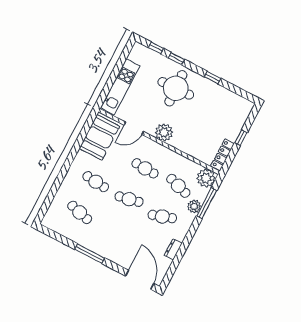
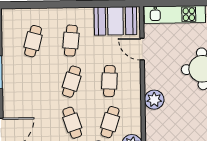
plant: (164, 132) -> (154, 100), moved
cafe table: (129, 199) -> (72, 82), turned 30

